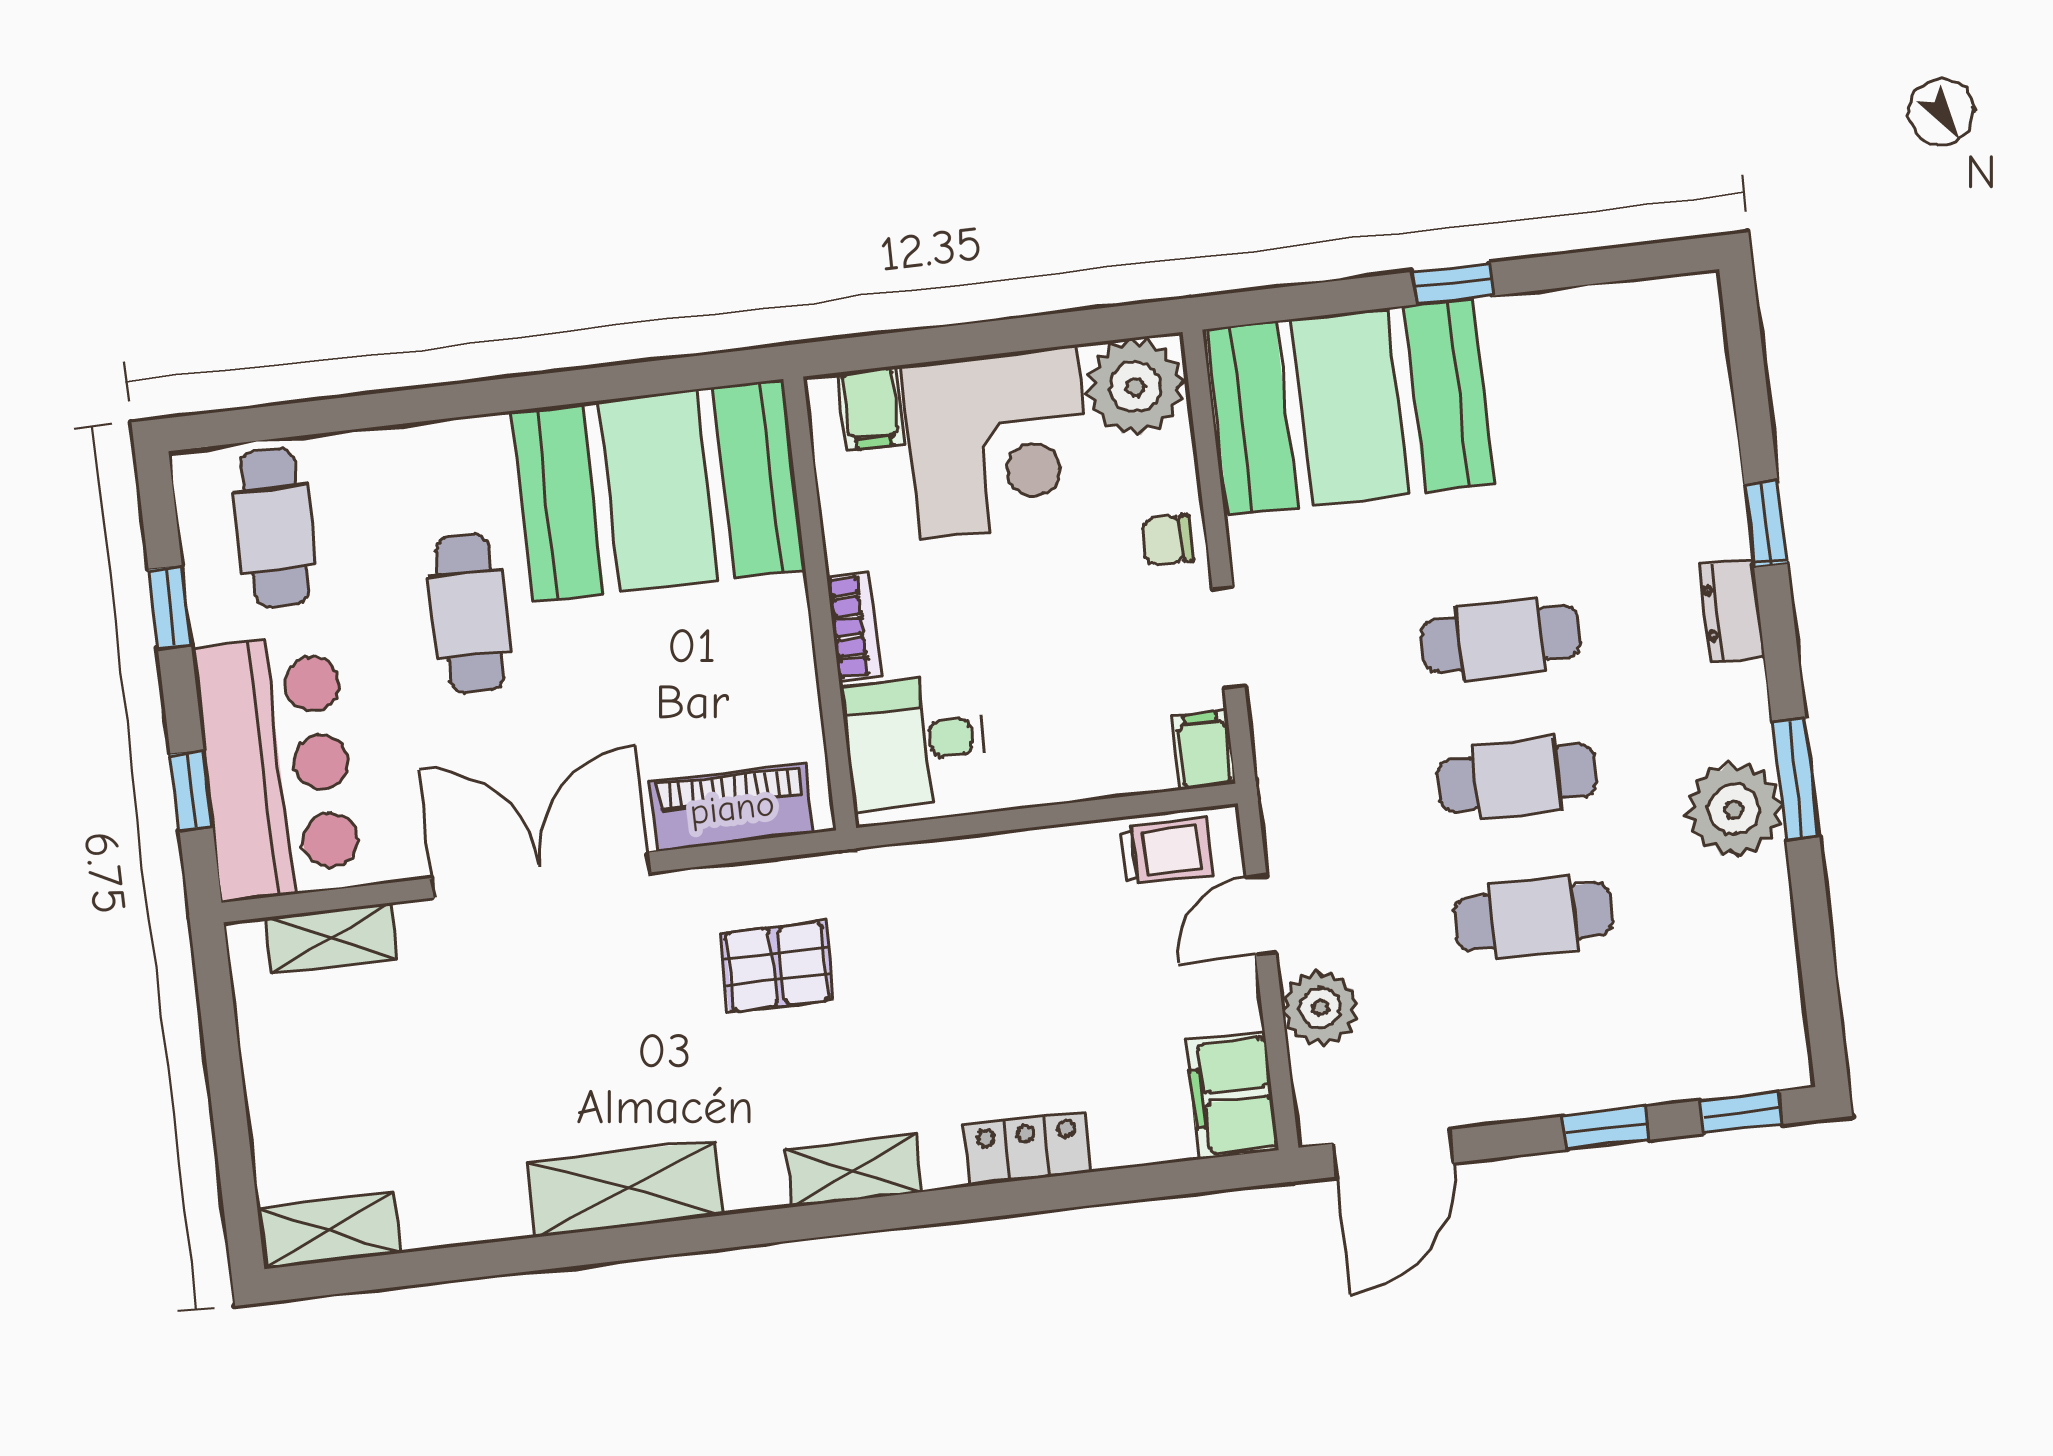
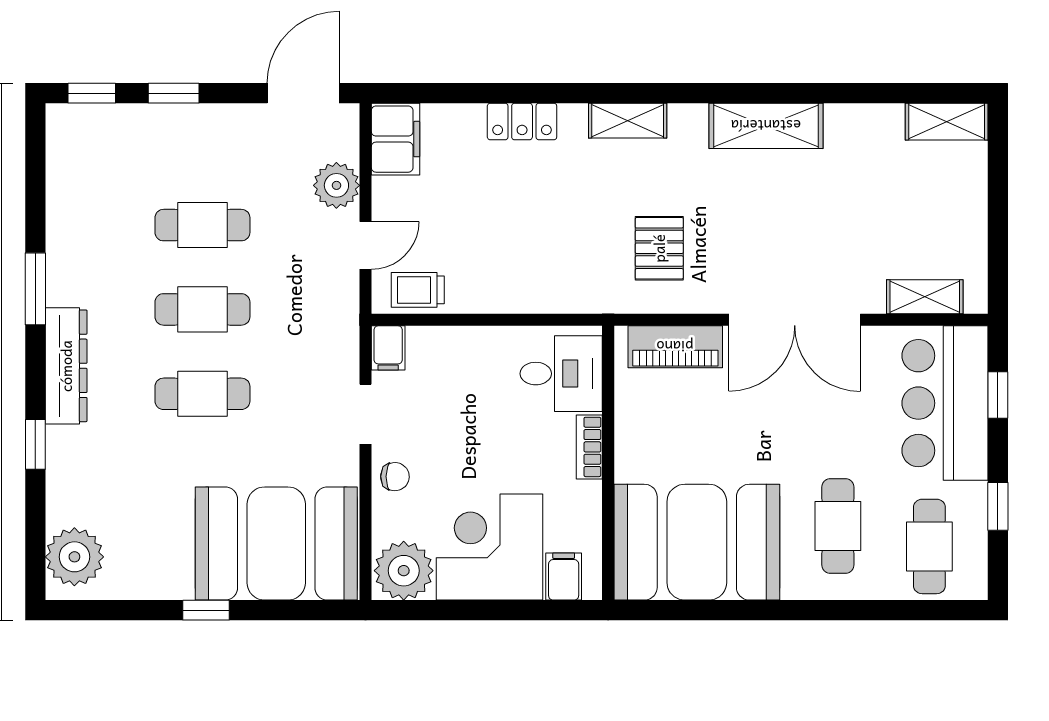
dresser: (1732, 611) -> (66, 366), width x1.96, depth x1.24
cafe table: (470, 613) -> (838, 526), moved
plant: (1734, 809) -> (74, 557), moved
pallet: (777, 967) -> (659, 248), turned 90

